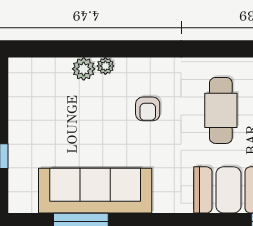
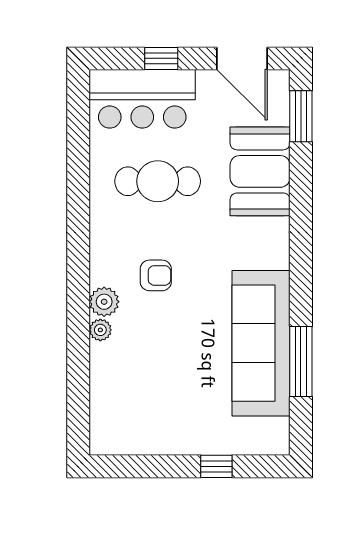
plant: (84, 69) -> (104, 302), moved

